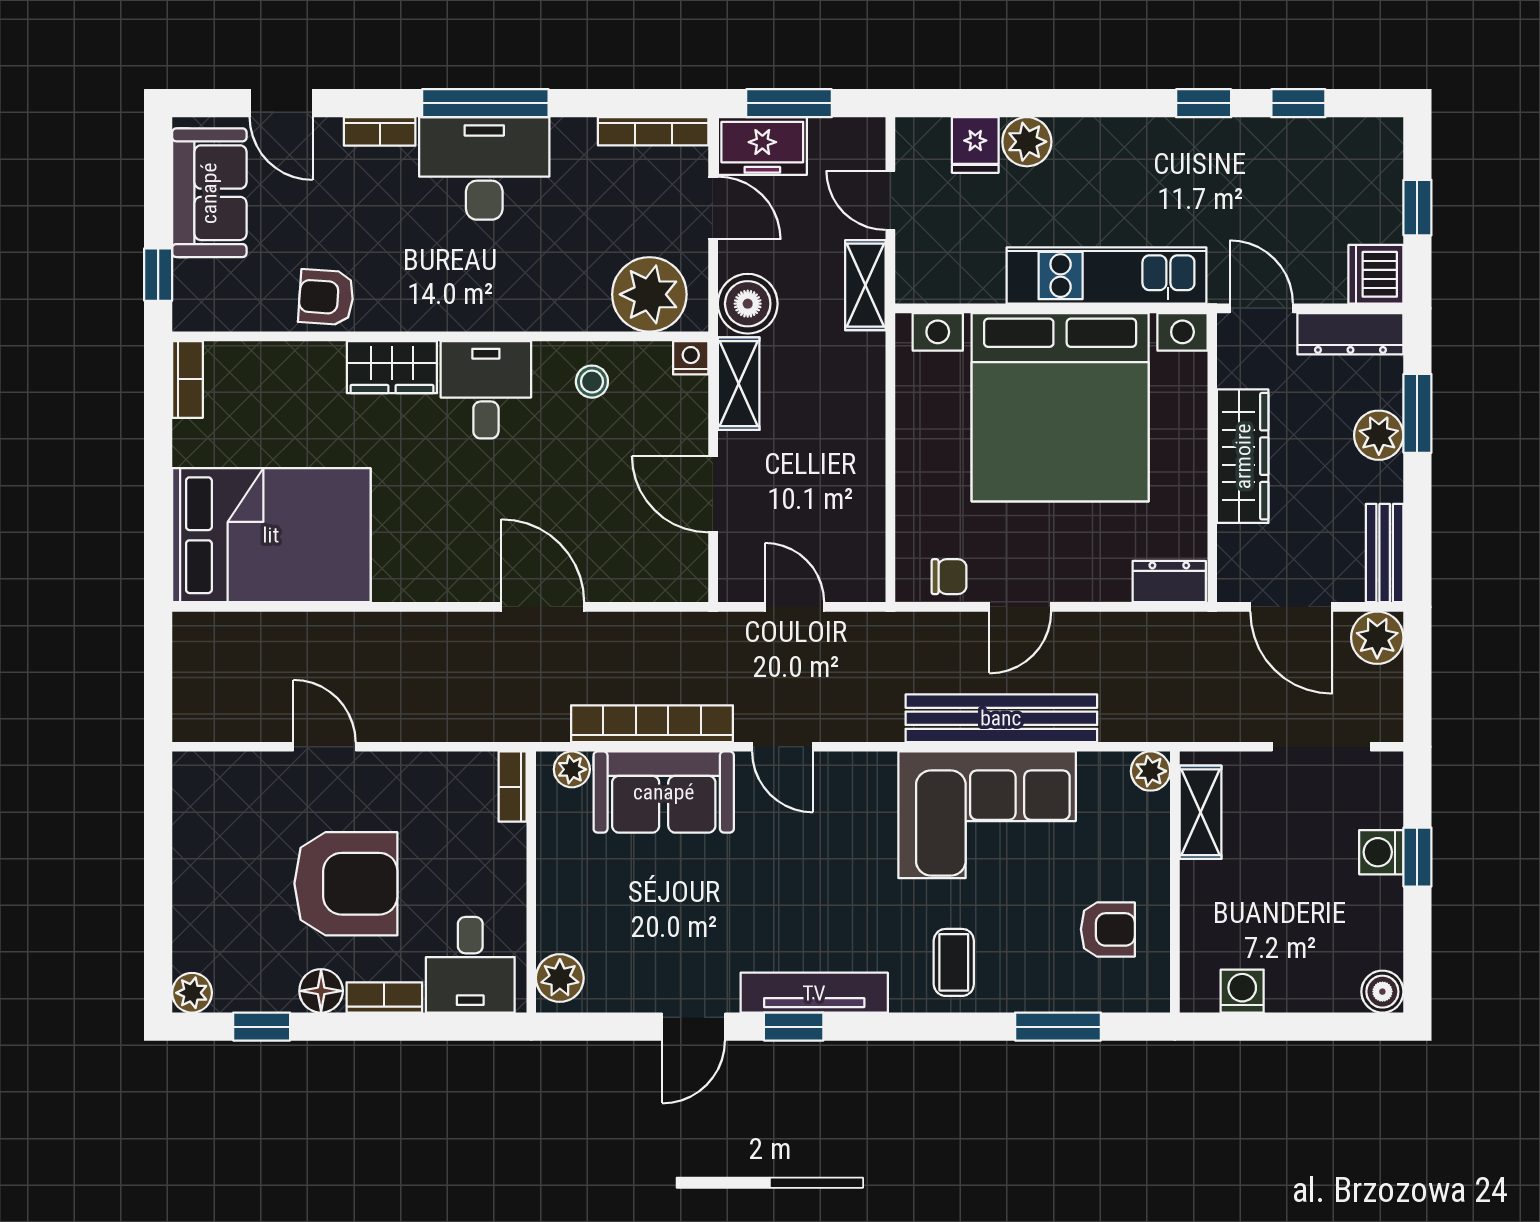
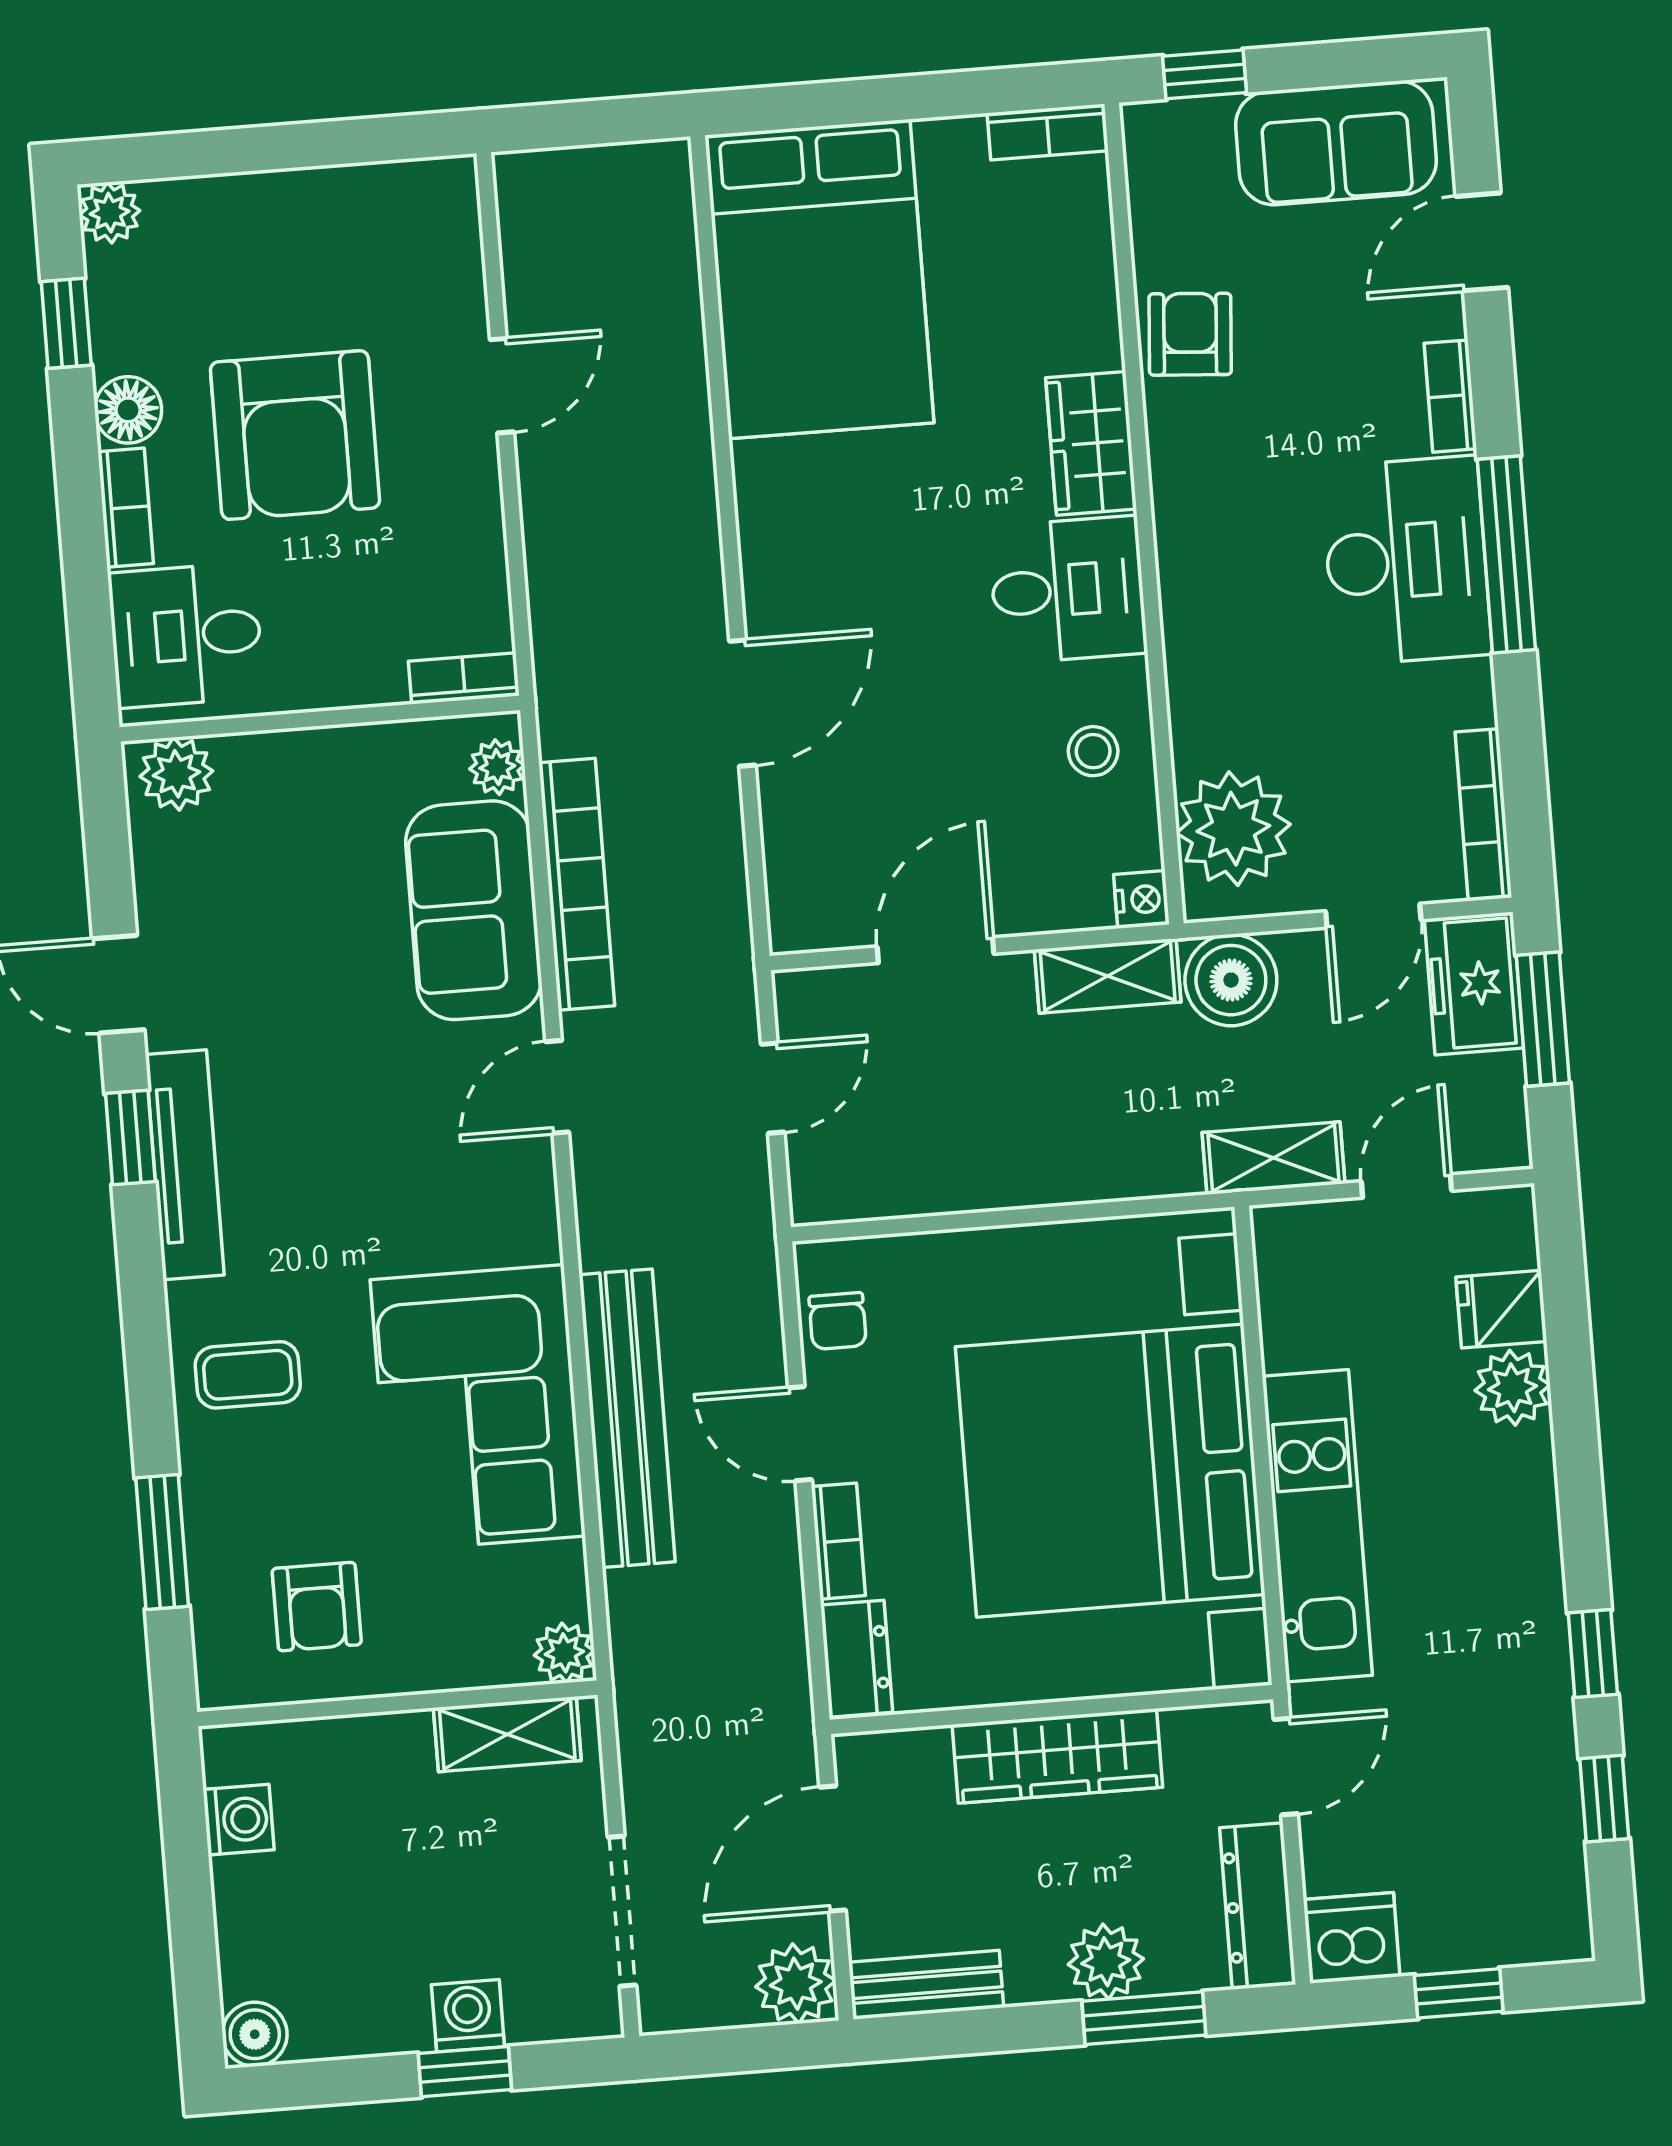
bookcase: (1092, 587) -> (838, 1541), added

